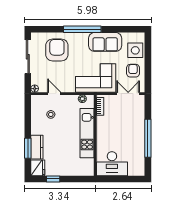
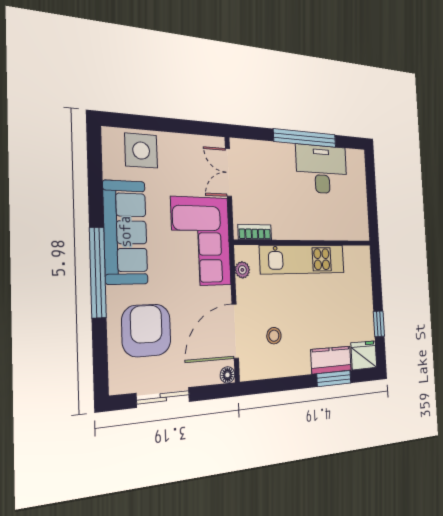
sofa: (105, 42) -> (125, 232), width x1.36
armchair: (57, 50) -> (146, 330), turned 90
sliding door: (28, 57) -> (163, 397), width x0.73
armchair: (133, 71) -> (183, 159), removed
door: (54, 94) -> (235, 331), width x1.88
desk: (112, 164) -> (322, 169), moved, turned -90

